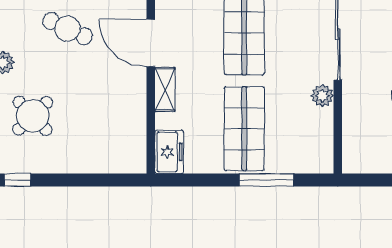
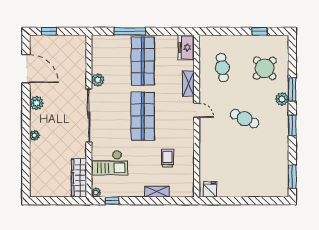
door: (151, 43) -> (197, 110), width x0.53
cafe table: (106, 117) -> (222, 68), added
window: (18, 180) -> (259, 31), moved

